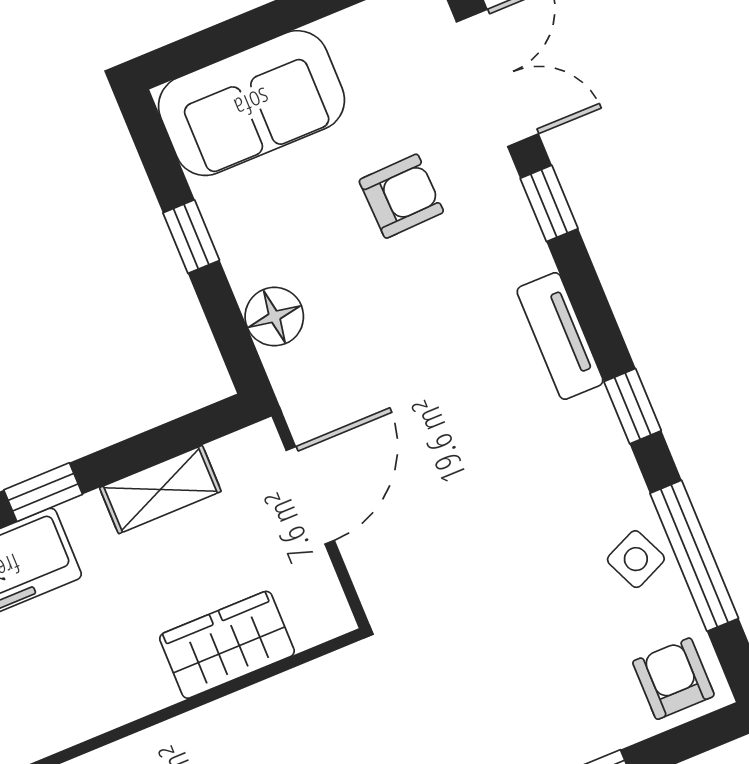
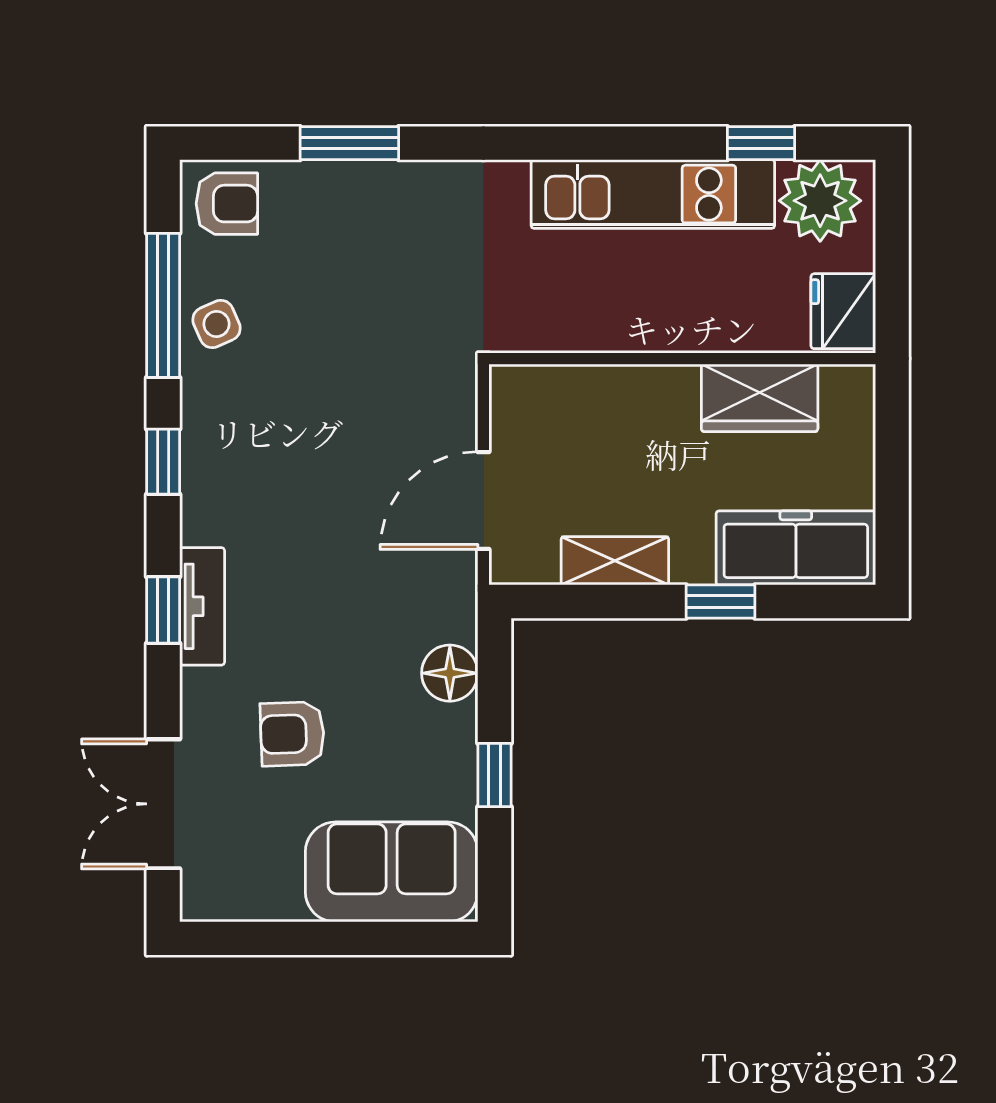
window: (549, 203) -> (163, 610), moved
tv unit: (560, 336) -> (202, 606), moved
wardrobe: (227, 645) -> (760, 398), moved
armchair: (673, 679) -> (227, 204), turned -90

